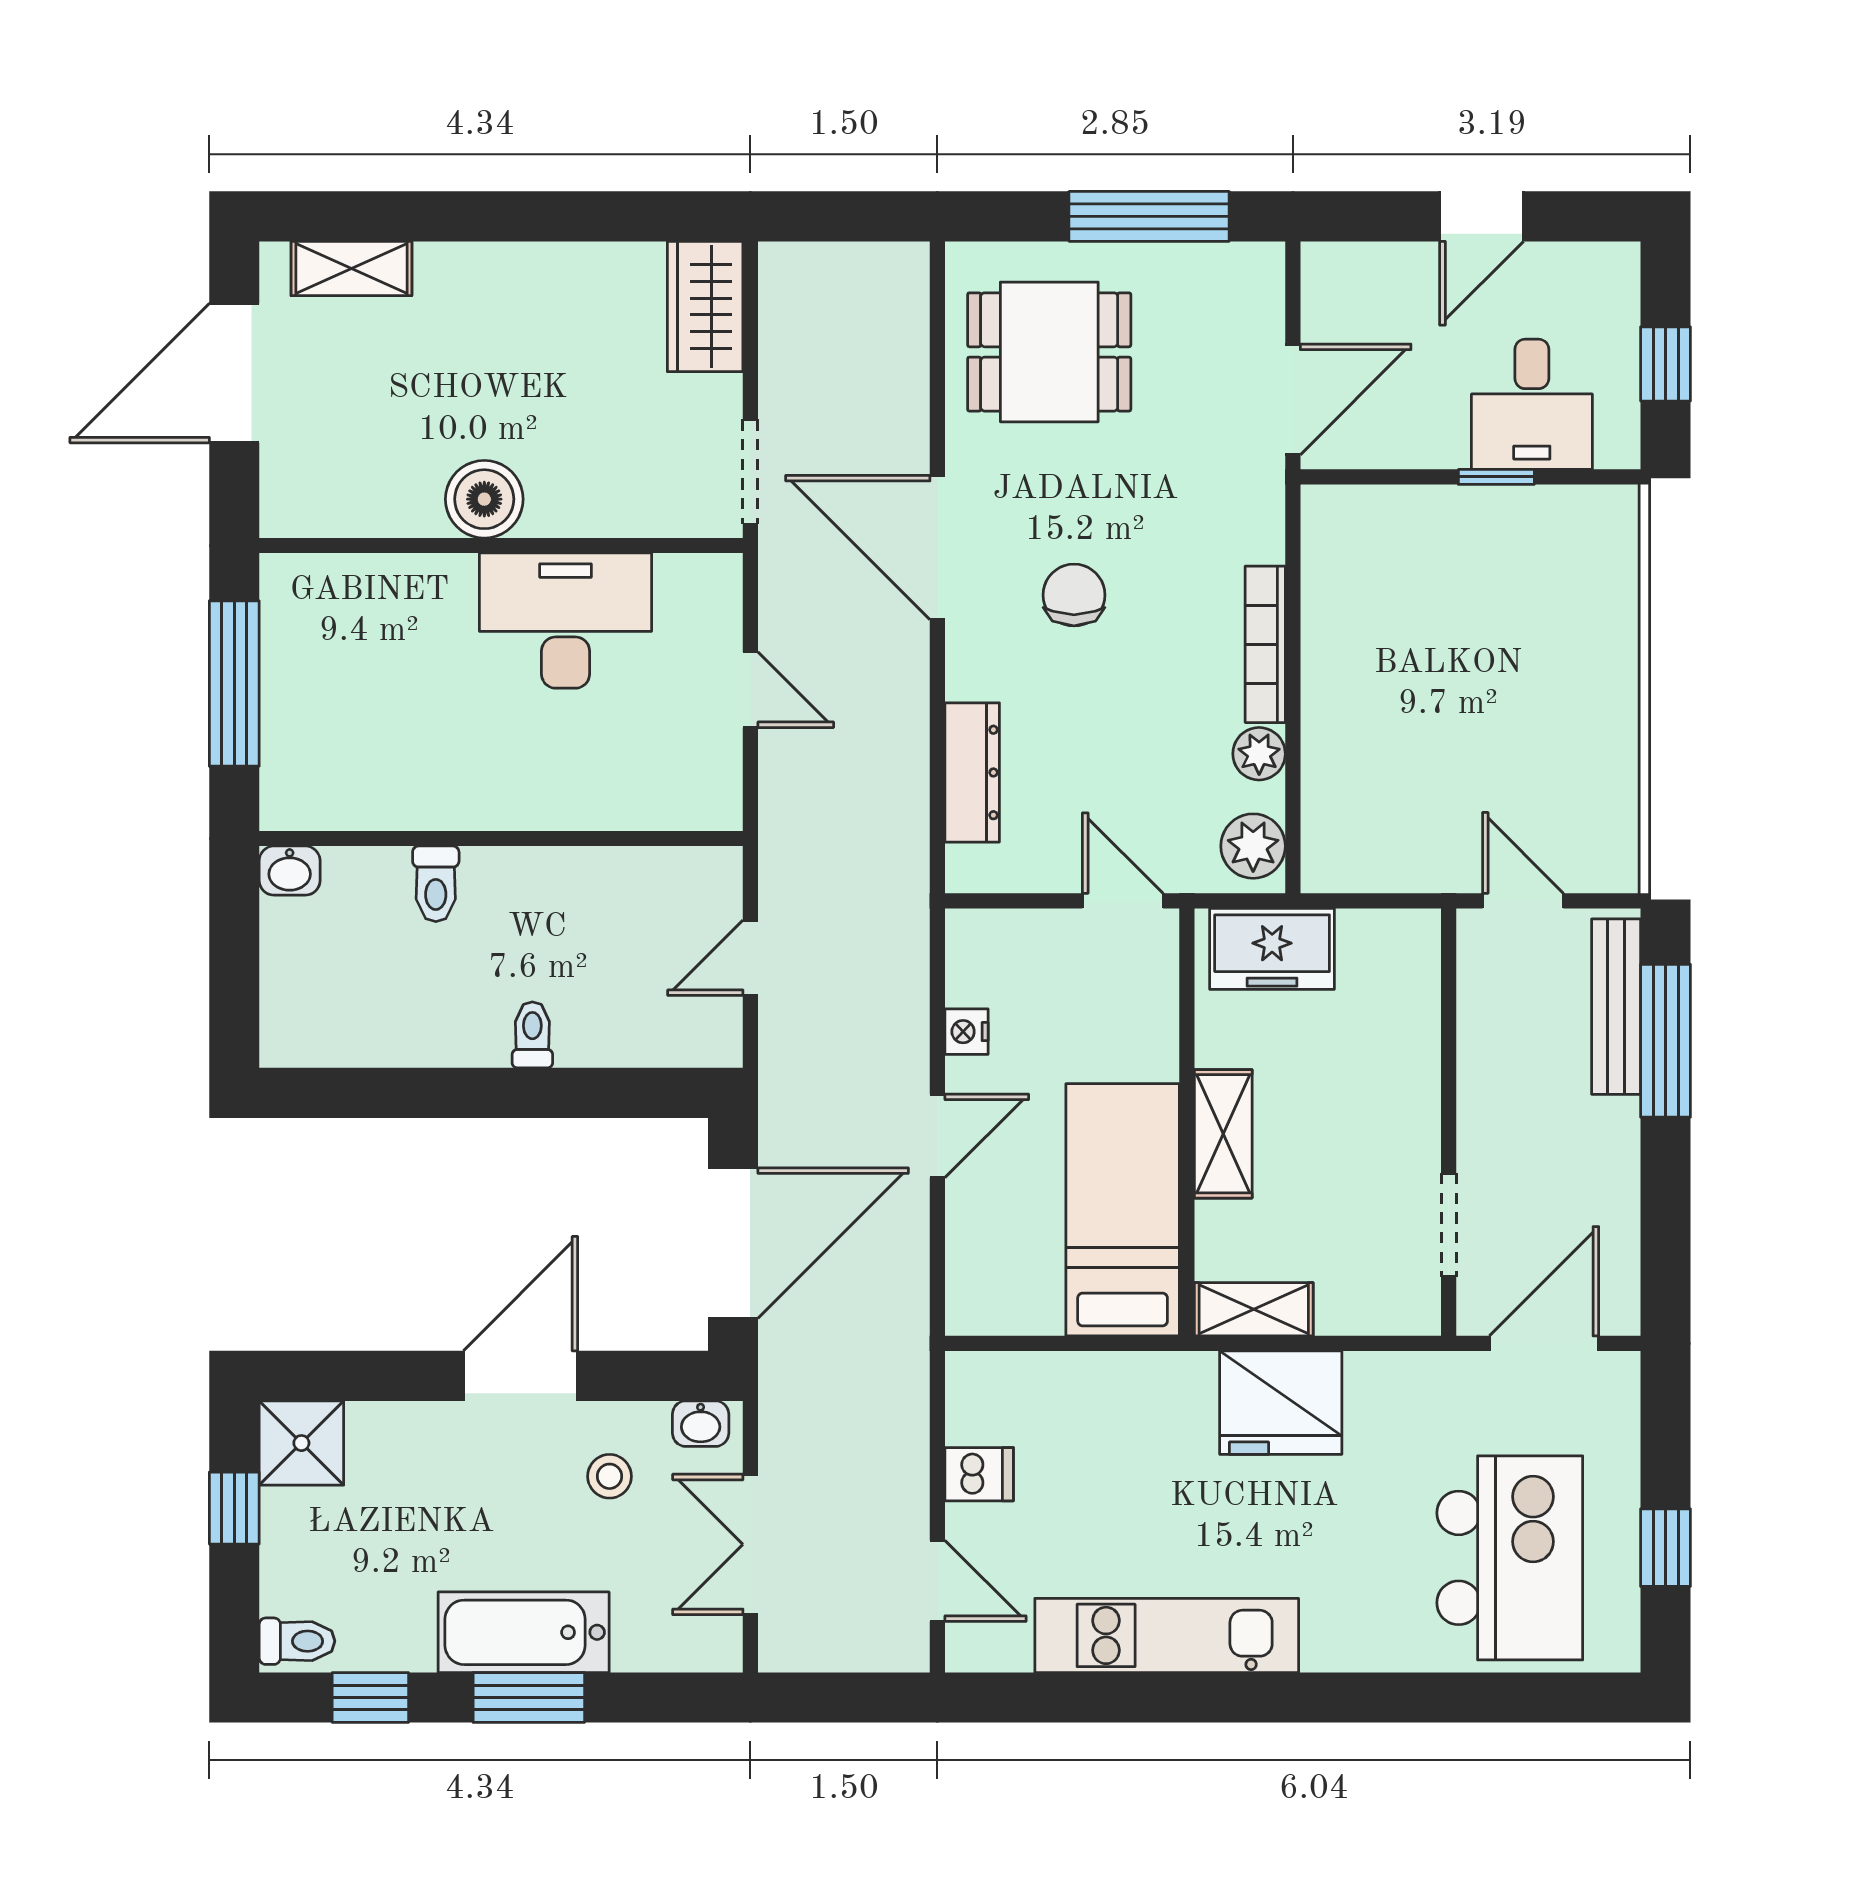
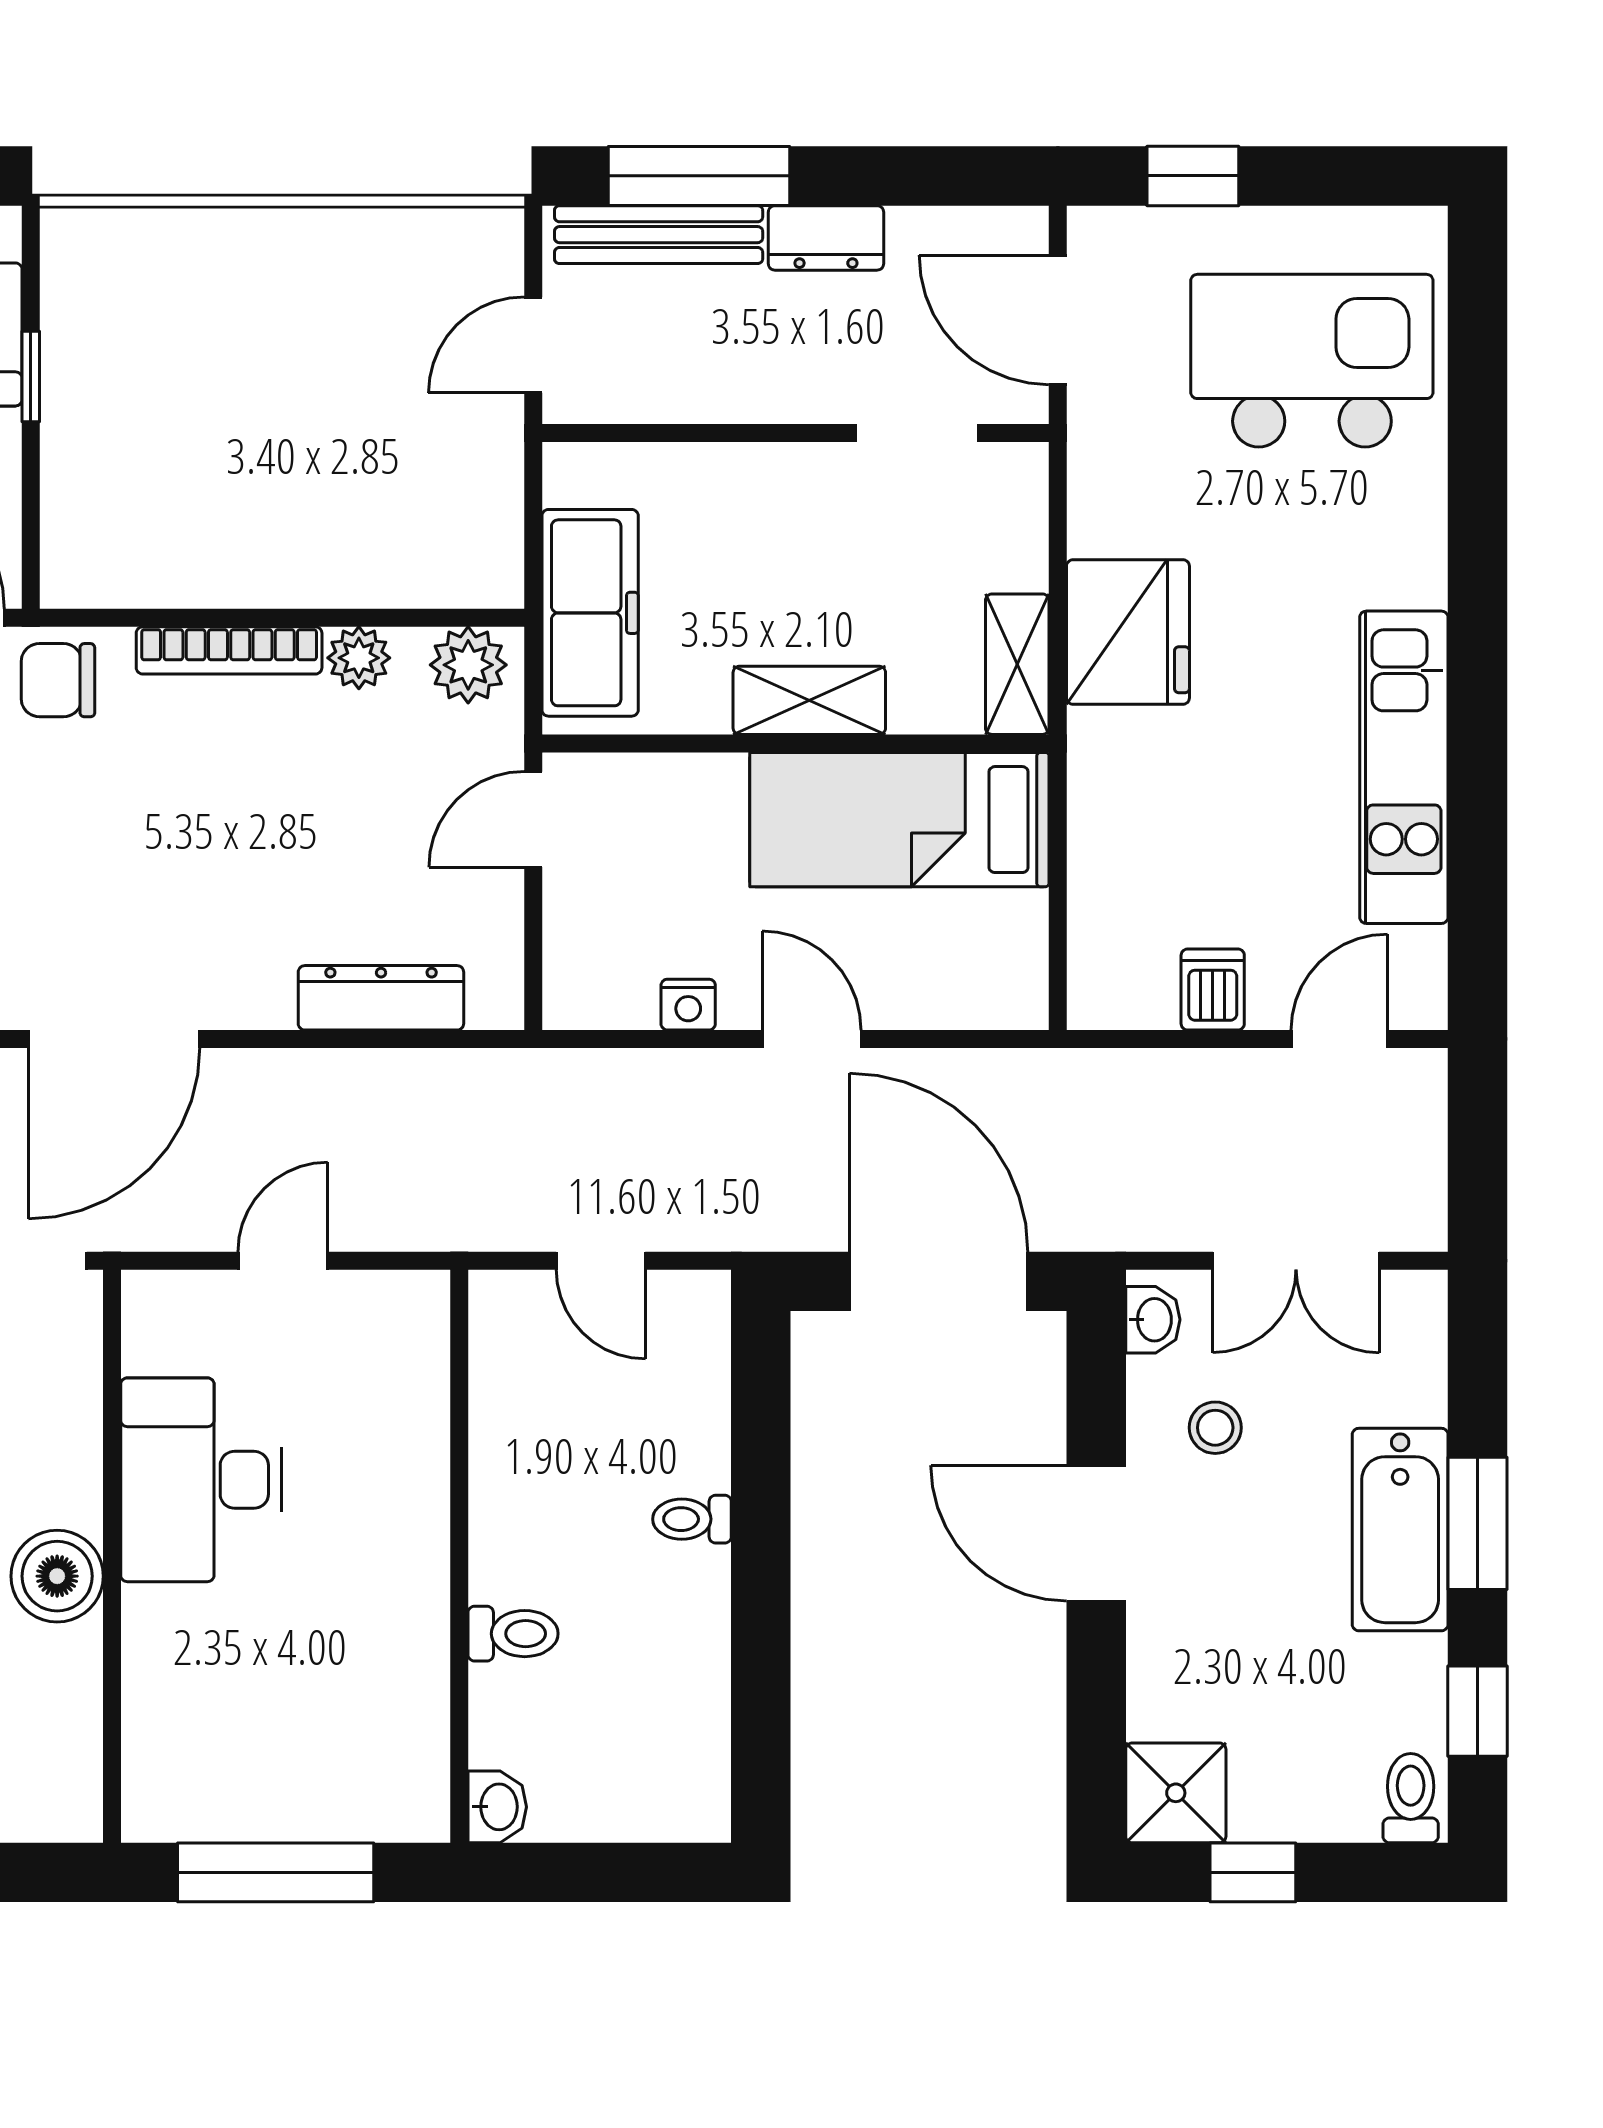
chair: (1074, 595) -> (58, 680), moved
freezer: (1272, 949) -> (590, 613), width x1.40
dresser: (1613, 1148) -> (826, 238), added
window: (1666, 1548) -> (1193, 176), moved

